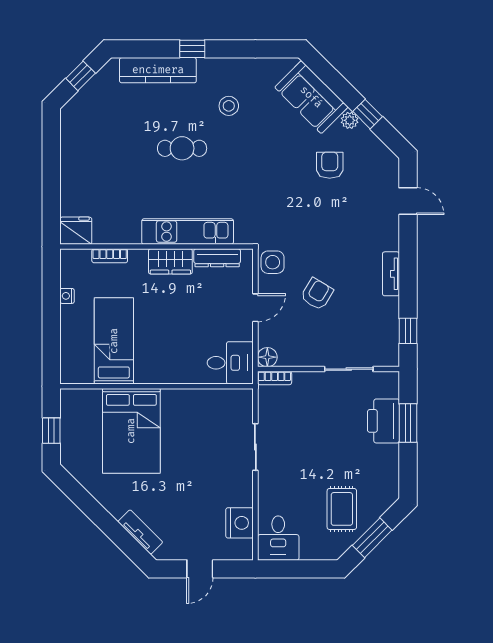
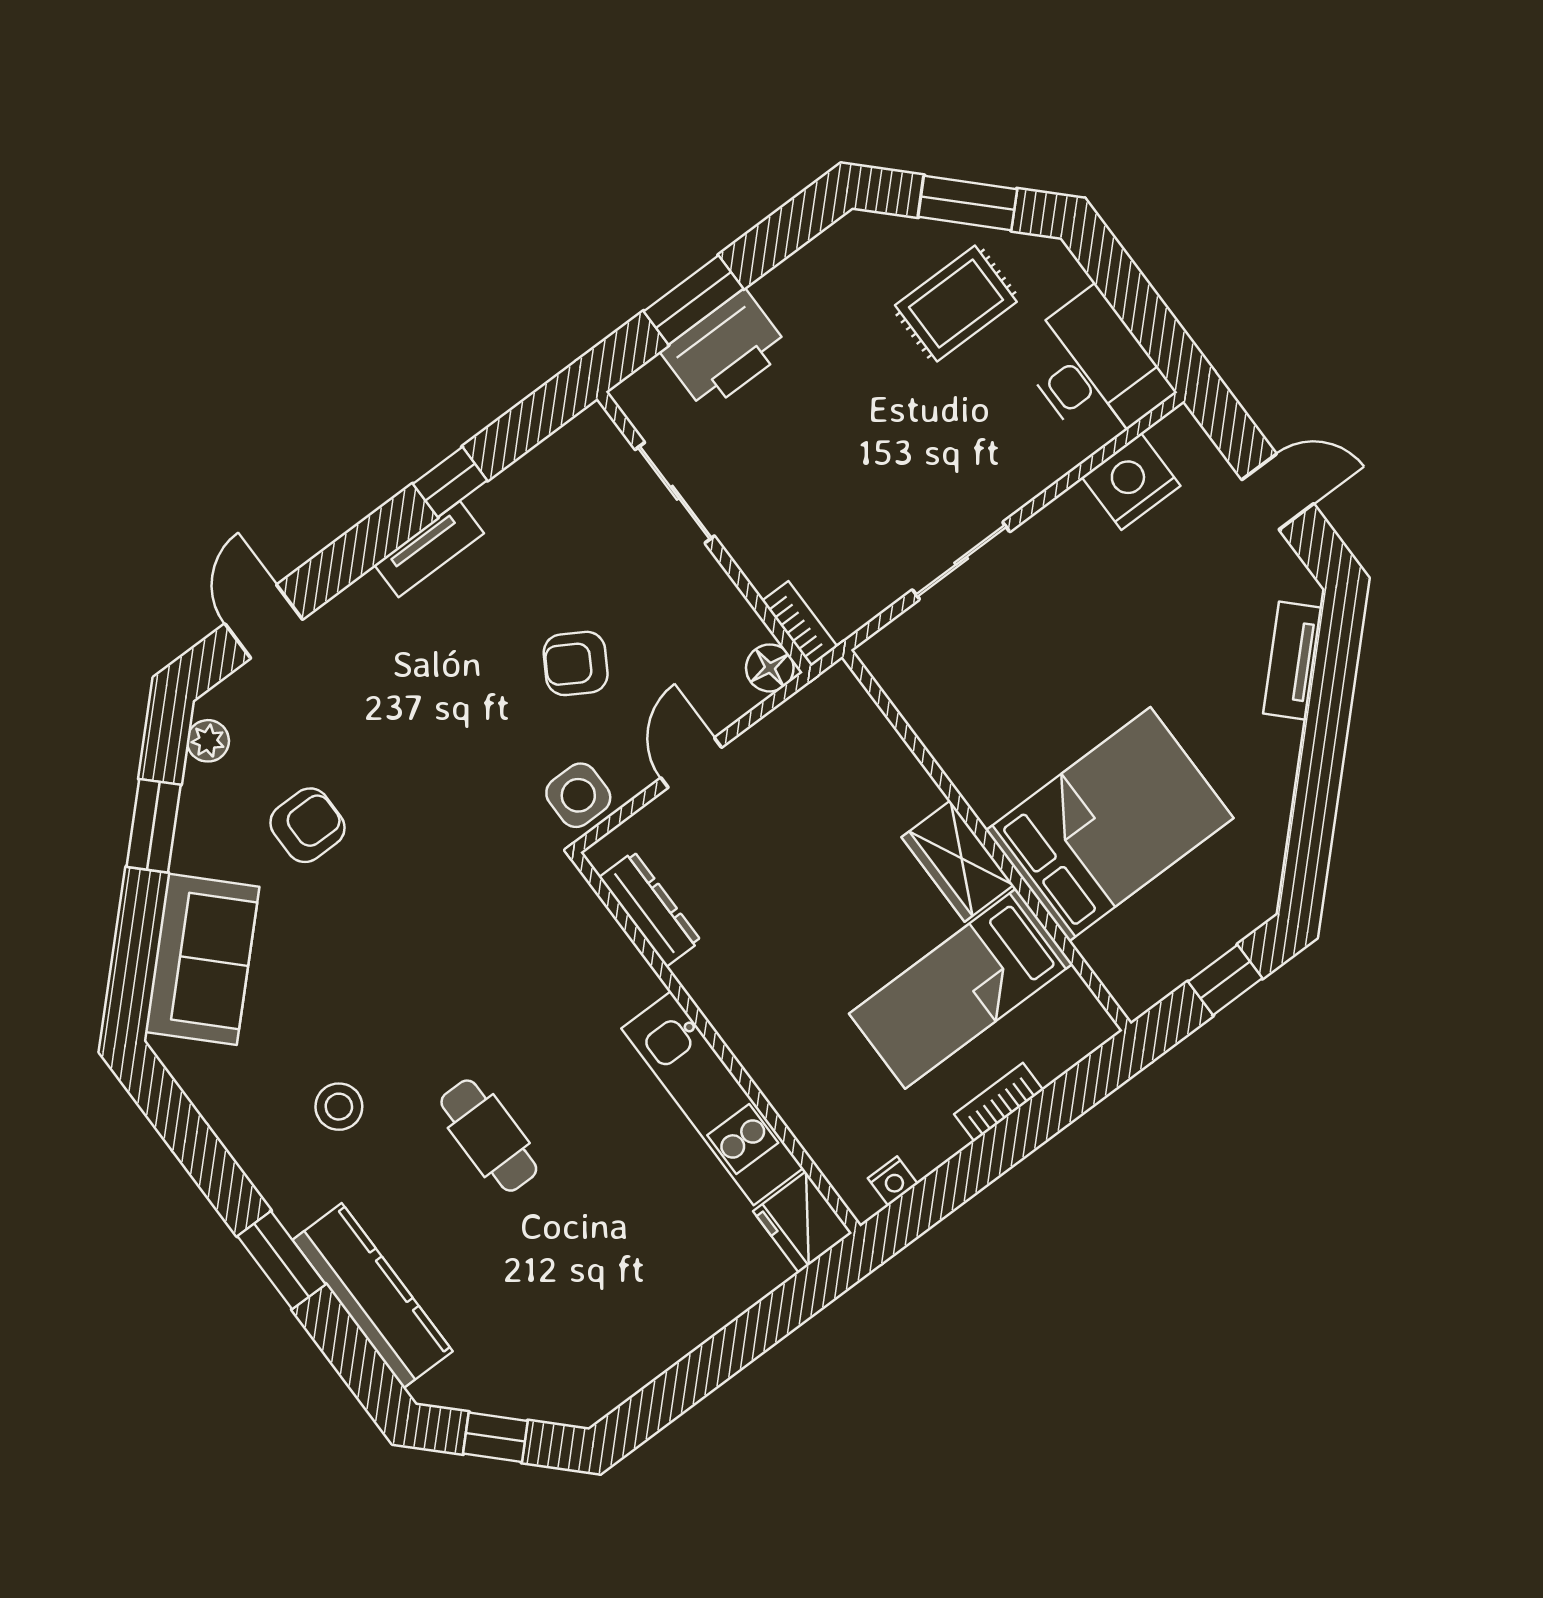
window: (192, 49) -> (282, 1260), width x1.50
window: (368, 114) -> (154, 826), width x1.50
plant: (350, 120) -> (208, 741), moved
armchair: (330, 165) -> (307, 825), turned 180
kitchen unit: (188, 232) -> (712, 1098), moved
bookcase: (110, 256) -> (999, 1102), moved, turned -90
wardrobe: (170, 261) -> (958, 861), moved, turned 180
nightstand: (67, 296) -> (893, 1181), moved
door: (255, 308) -> (691, 763), hinge flipped
window: (408, 331) -> (450, 482), moved
desk: (230, 363) -> (834, 731), removed
desk: (278, 538) -> (1093, 370), width x1.37

